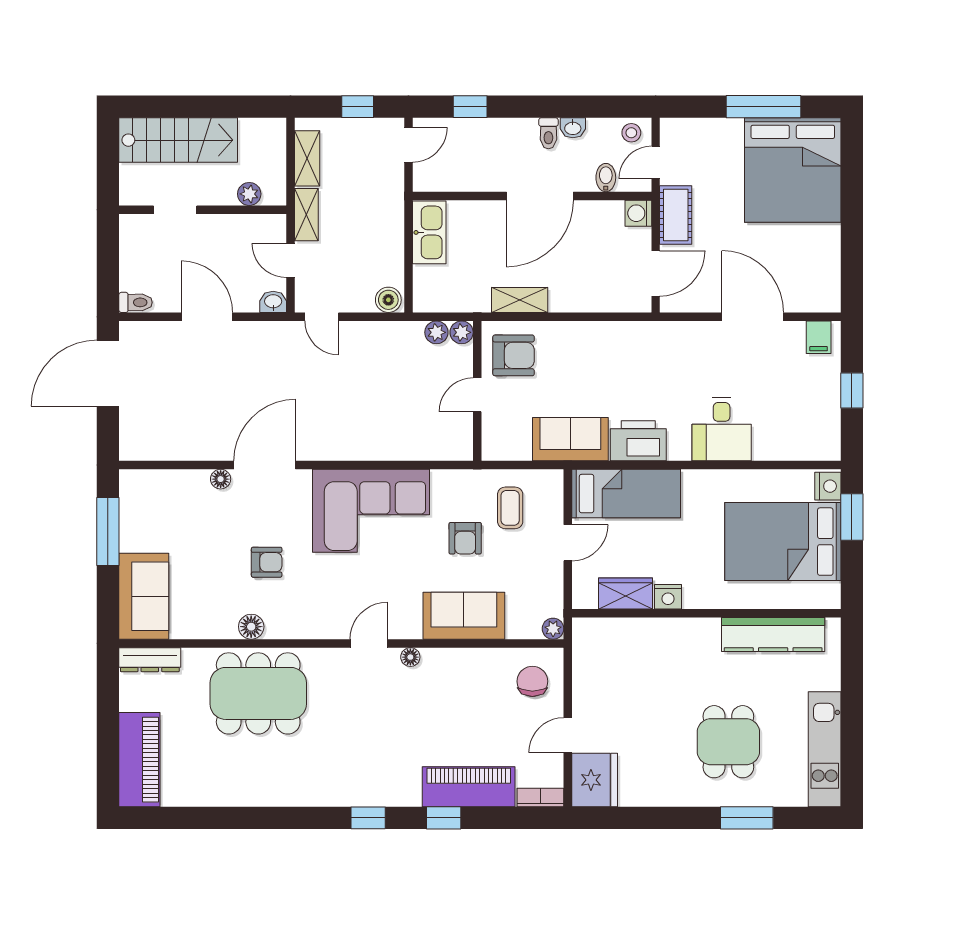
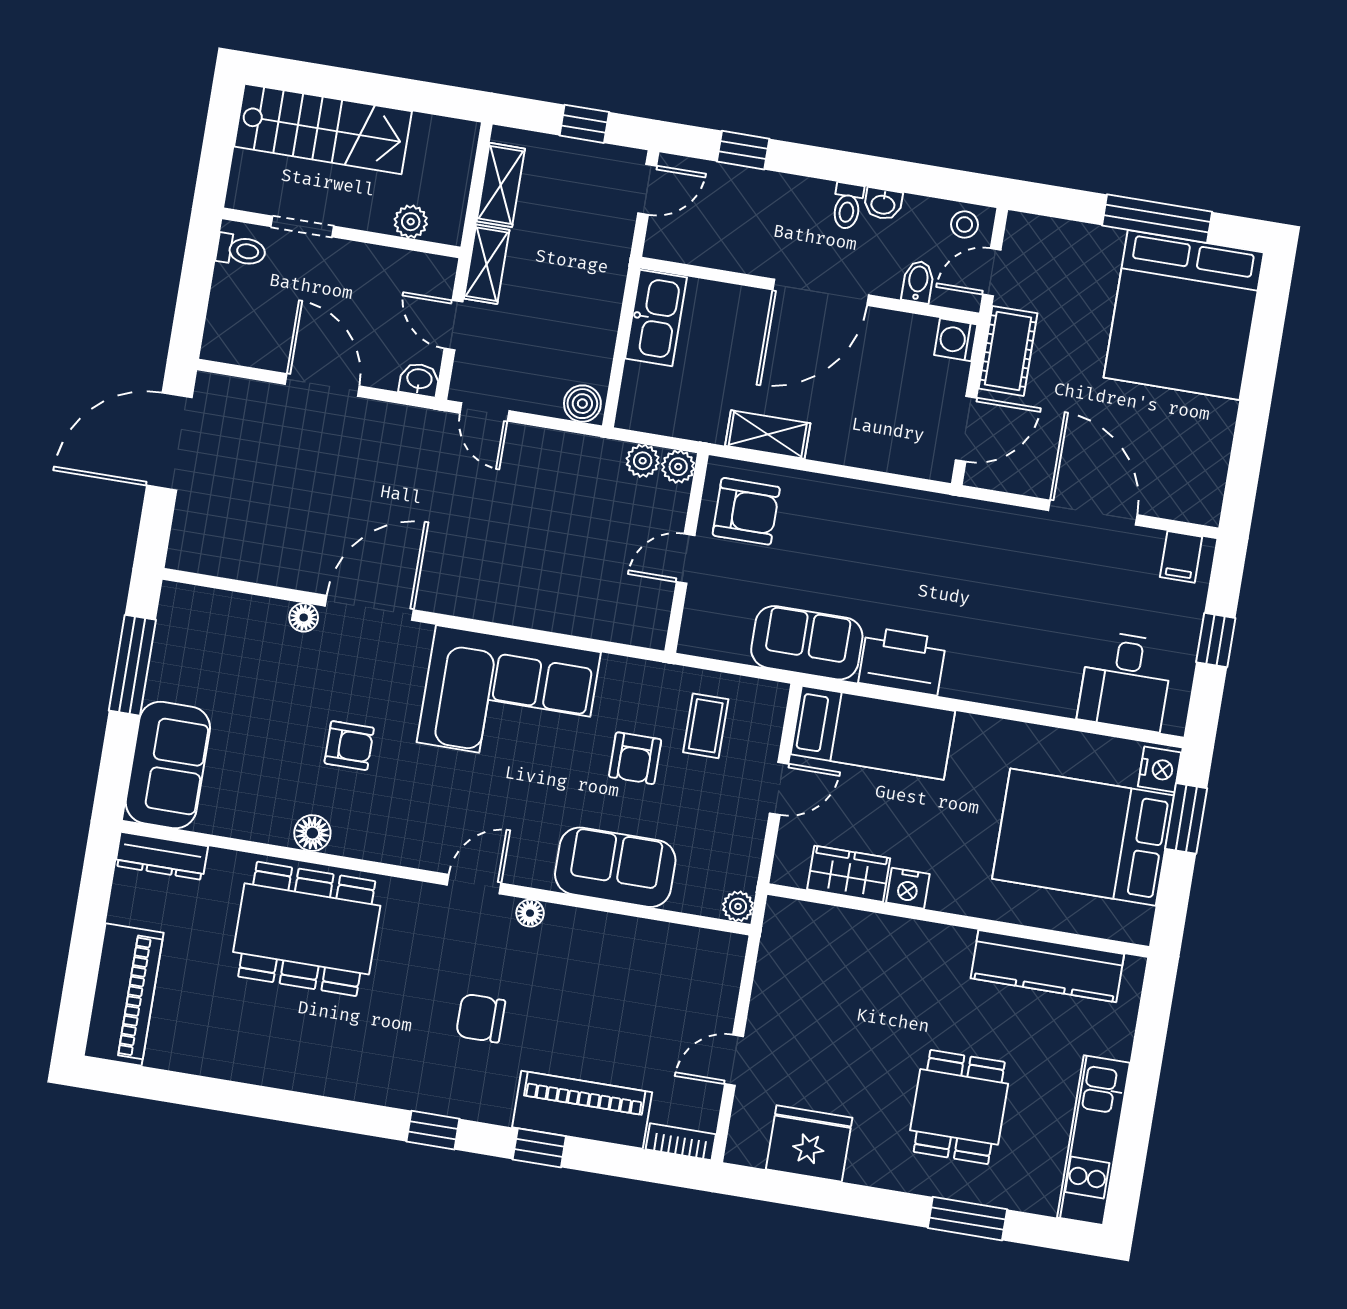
toilet: (136, 302) -> (241, 250), moved
desk: (722, 429) -> (1125, 681), moved
chair: (532, 681) -> (481, 1018), moved, turned -90
fridge: (595, 780) -> (809, 1144), moved, turned -90

